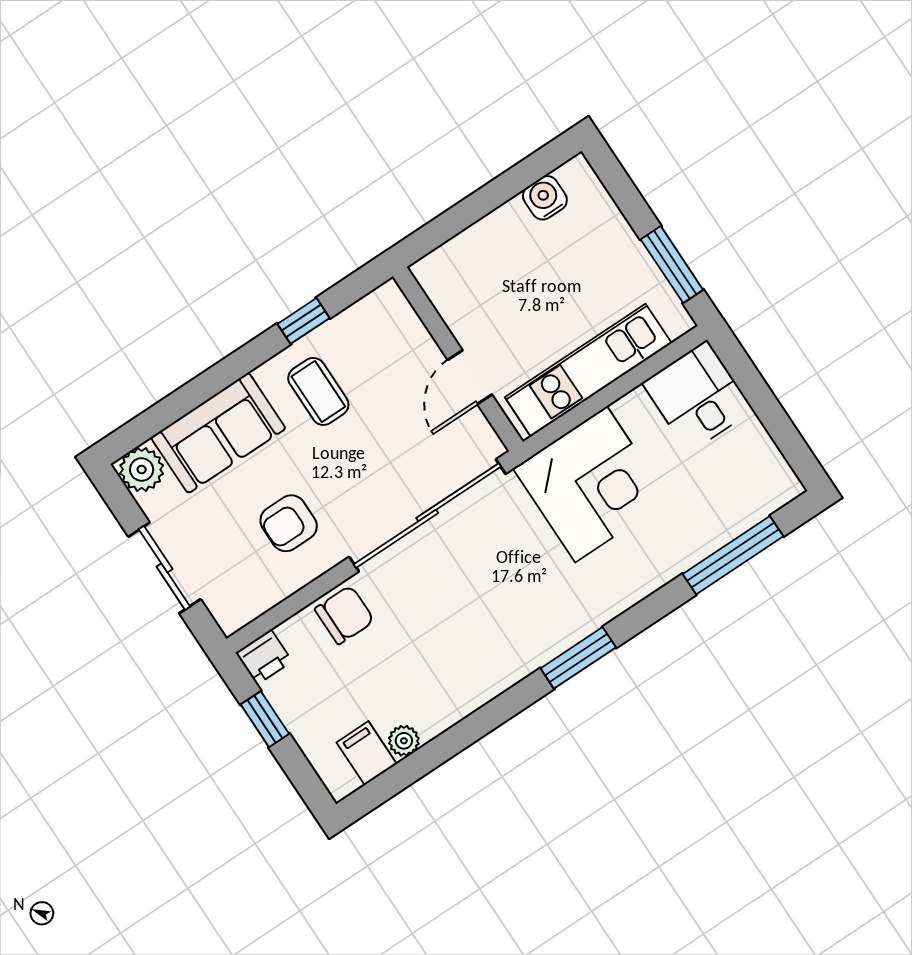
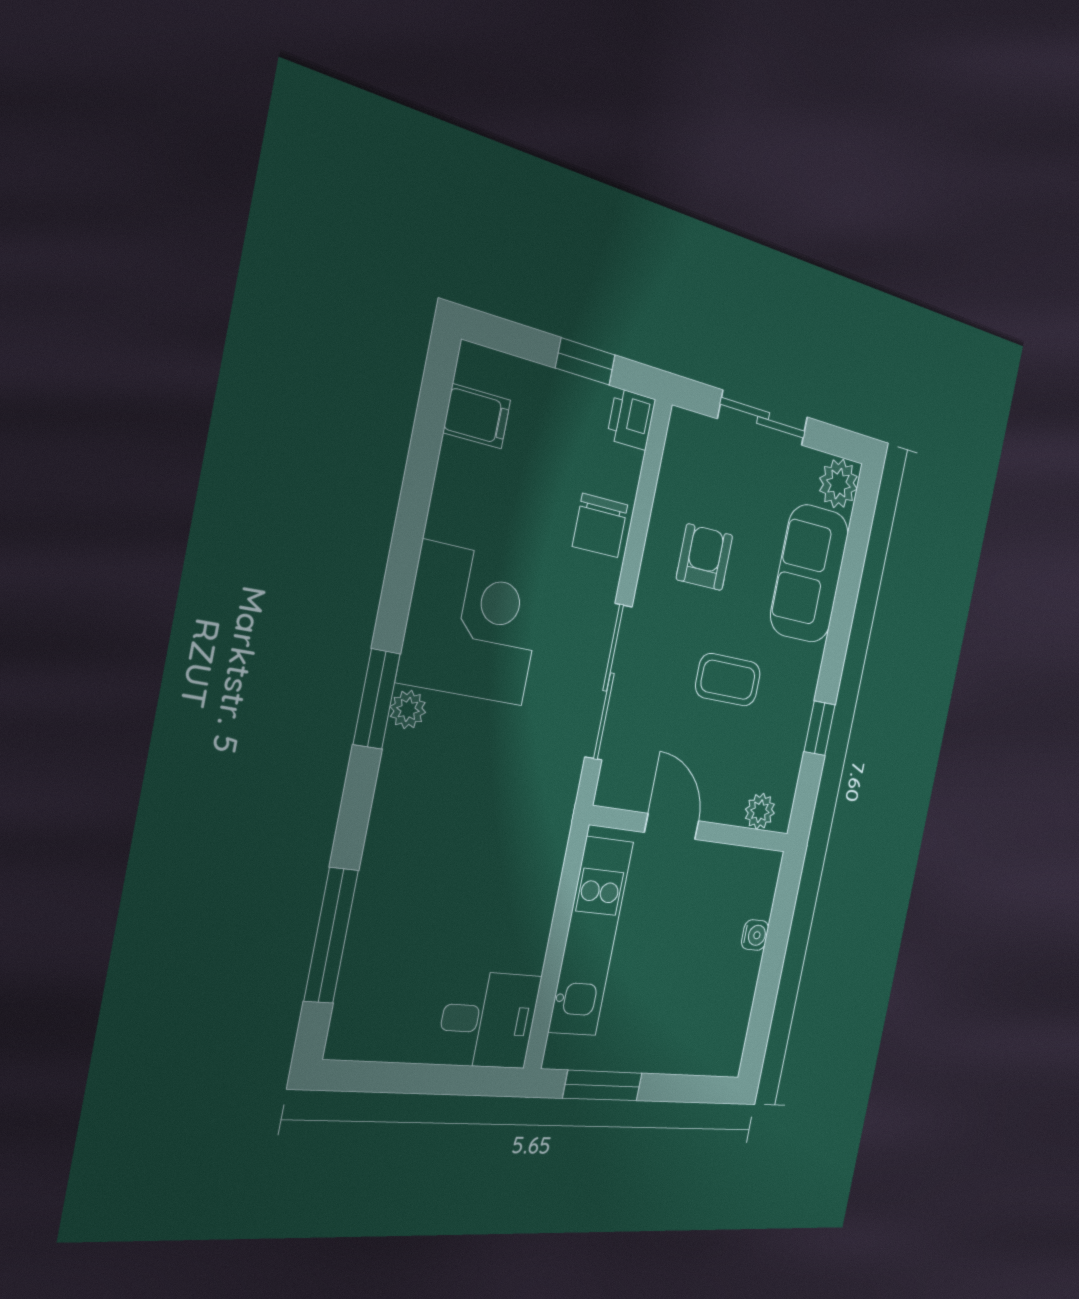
water cooler: (545, 198) -> (755, 935), moved, width x0.72, depth x0.72
plant: (399, 315) -> (760, 811), added
coffee table: (318, 391) -> (728, 680), moved
corner desk: (591, 484) -> (473, 624), moved, turned 180
sliding door: (427, 515) -> (608, 682), width x0.73
plant: (404, 741) -> (408, 710), moved

